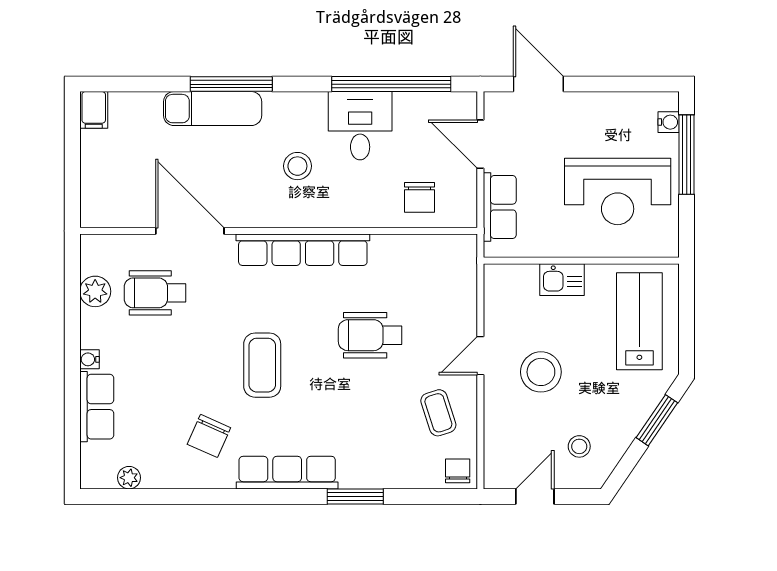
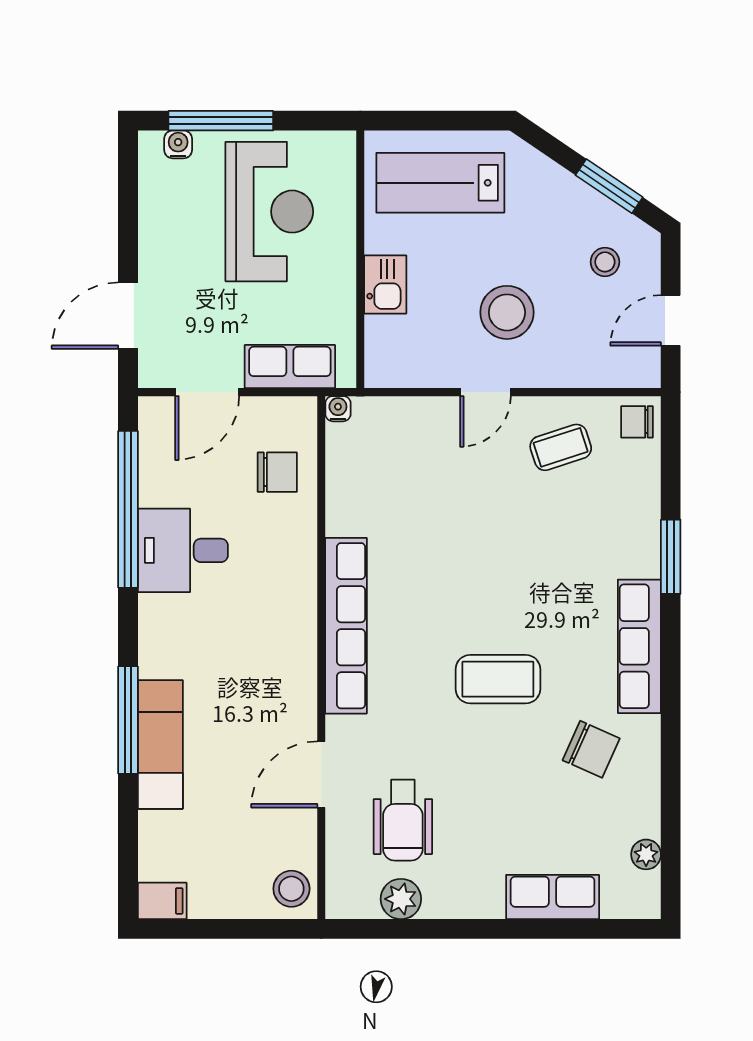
stool: (297, 166) -> (291, 889), moved
door: (190, 231) -> (321, 774), width x0.73
wheelchair: (370, 335) -> (459, 537), removed
door: (480, 356) -> (485, 392), hinge flipped
water cooler: (89, 359) -> (338, 409), moved, turned 180
window: (657, 420) -> (609, 186), moved
door: (535, 496) -> (671, 320), hinge flipped

